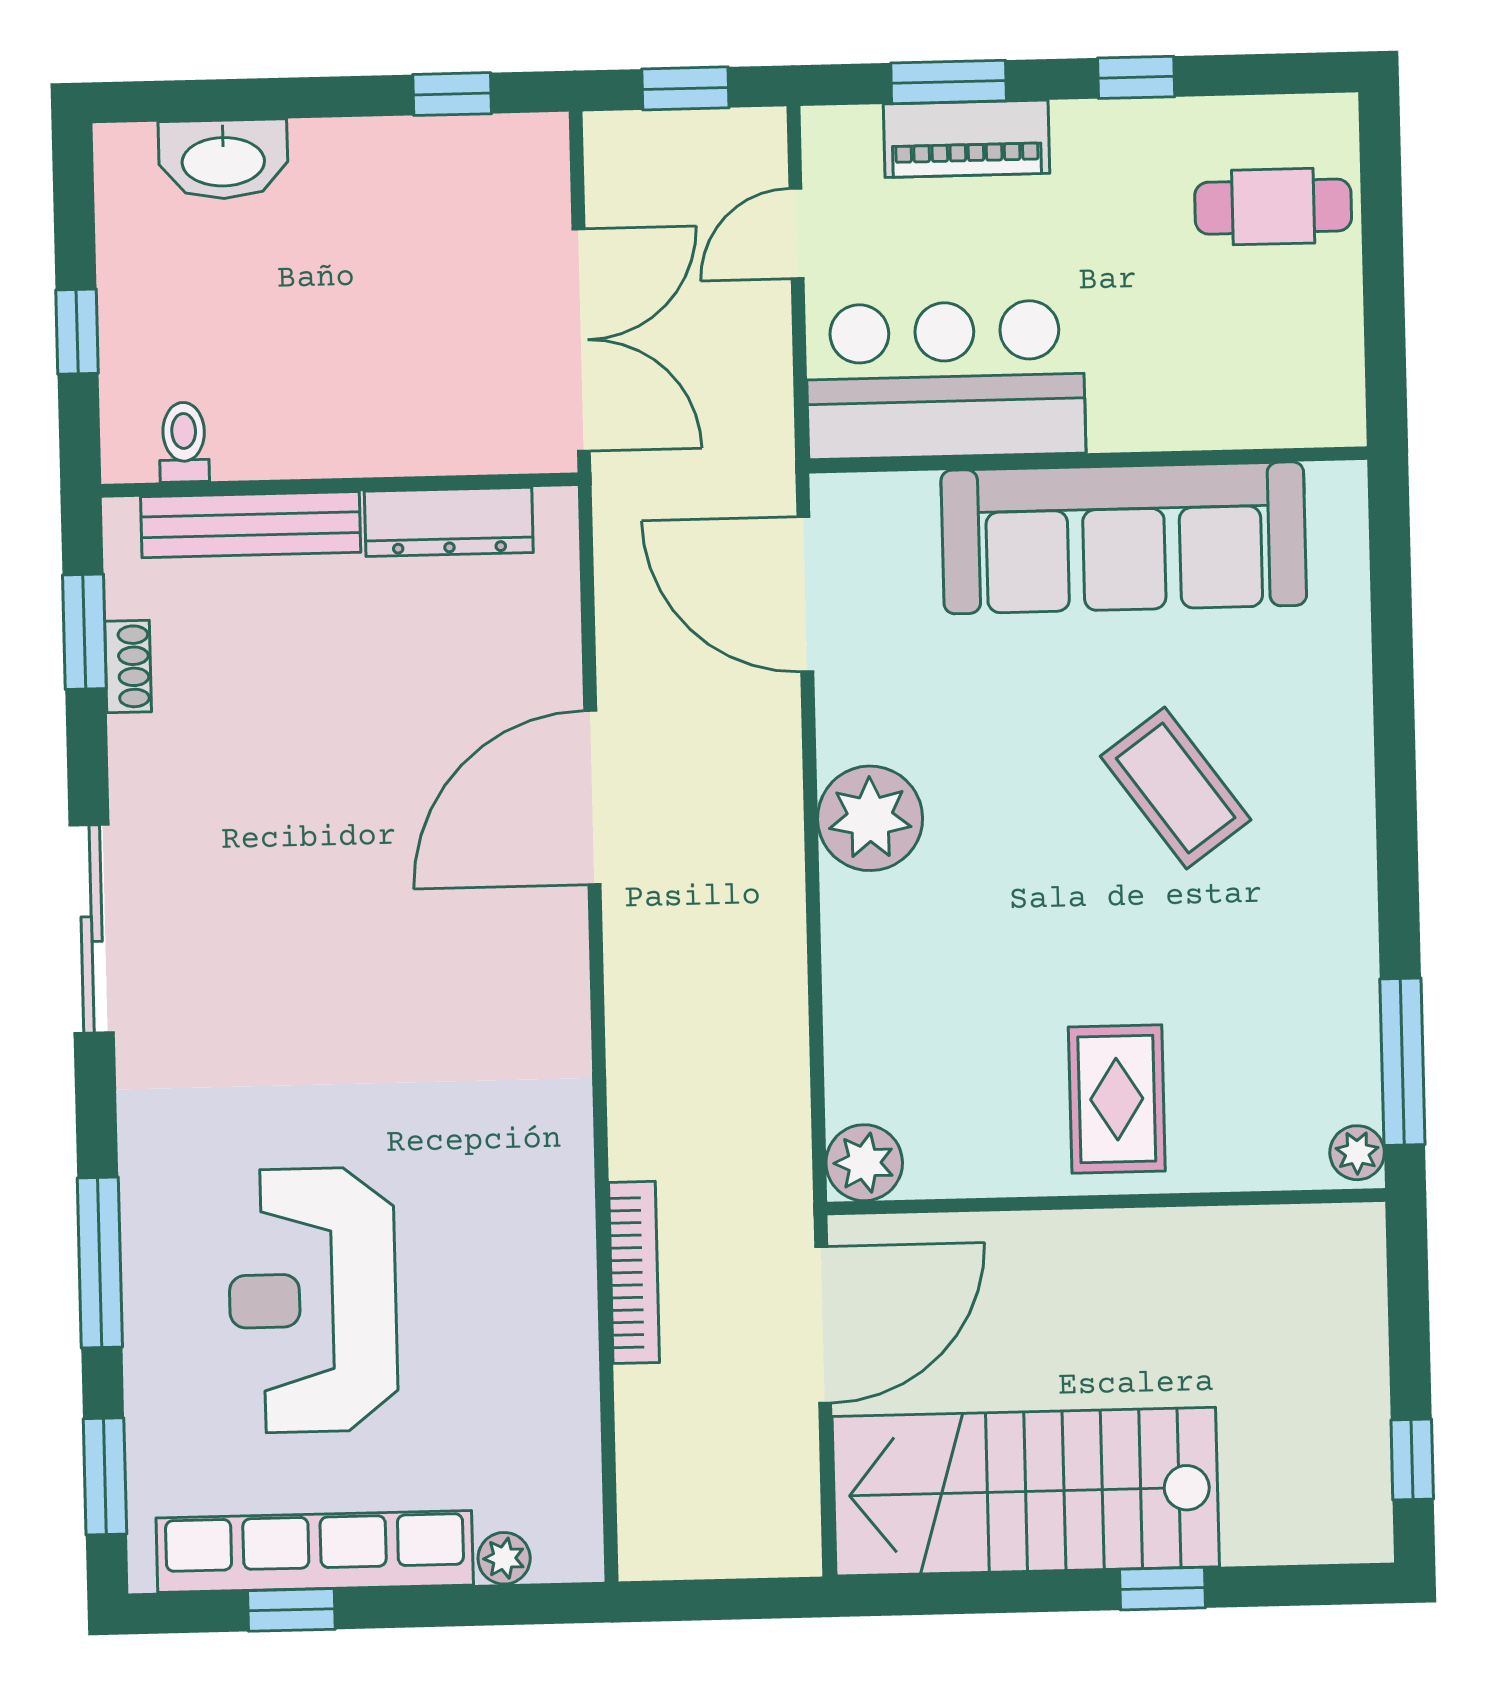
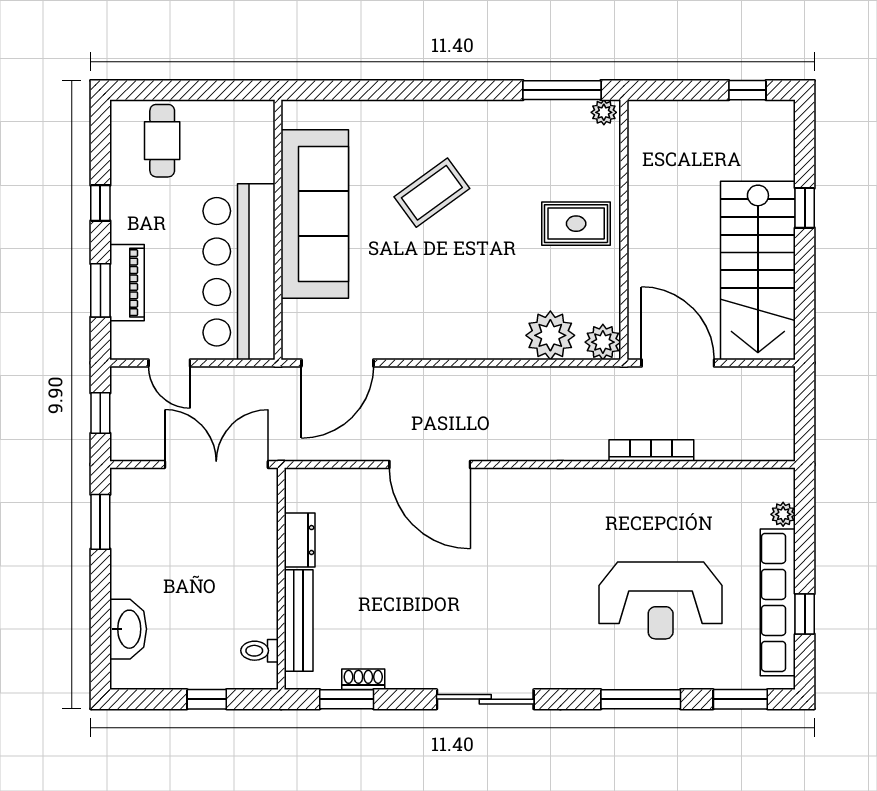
window: (452, 94) -> (100, 522), width x1.50
bar counter: (945, 380) -> (239, 272), width x1.36
dresser: (449, 522) -> (300, 540), width x0.70
plant: (870, 818) -> (550, 335), moved

